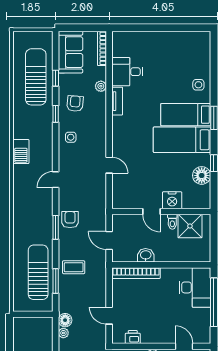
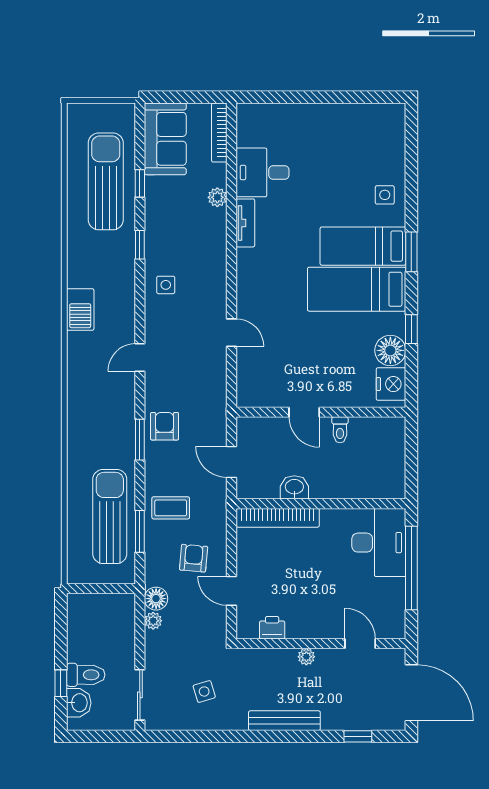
armchair: (75, 104) -> (194, 558), moved
nightstand: (172, 200) -> (391, 384), moved, turned -90
shower: (190, 226) -> (370, 437), removed

